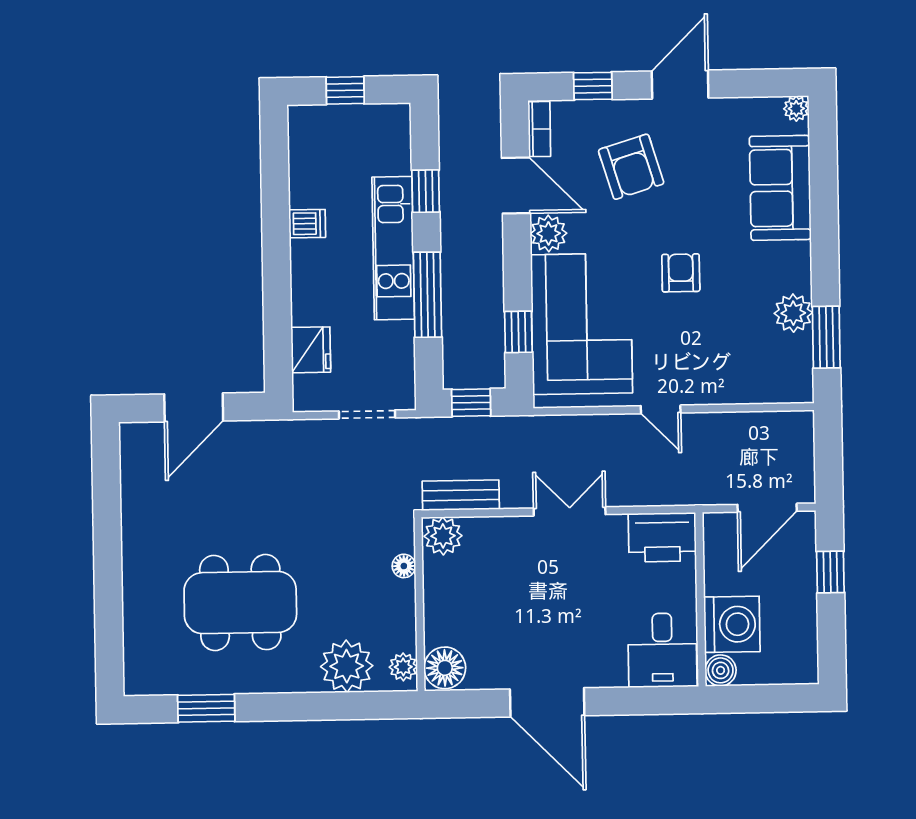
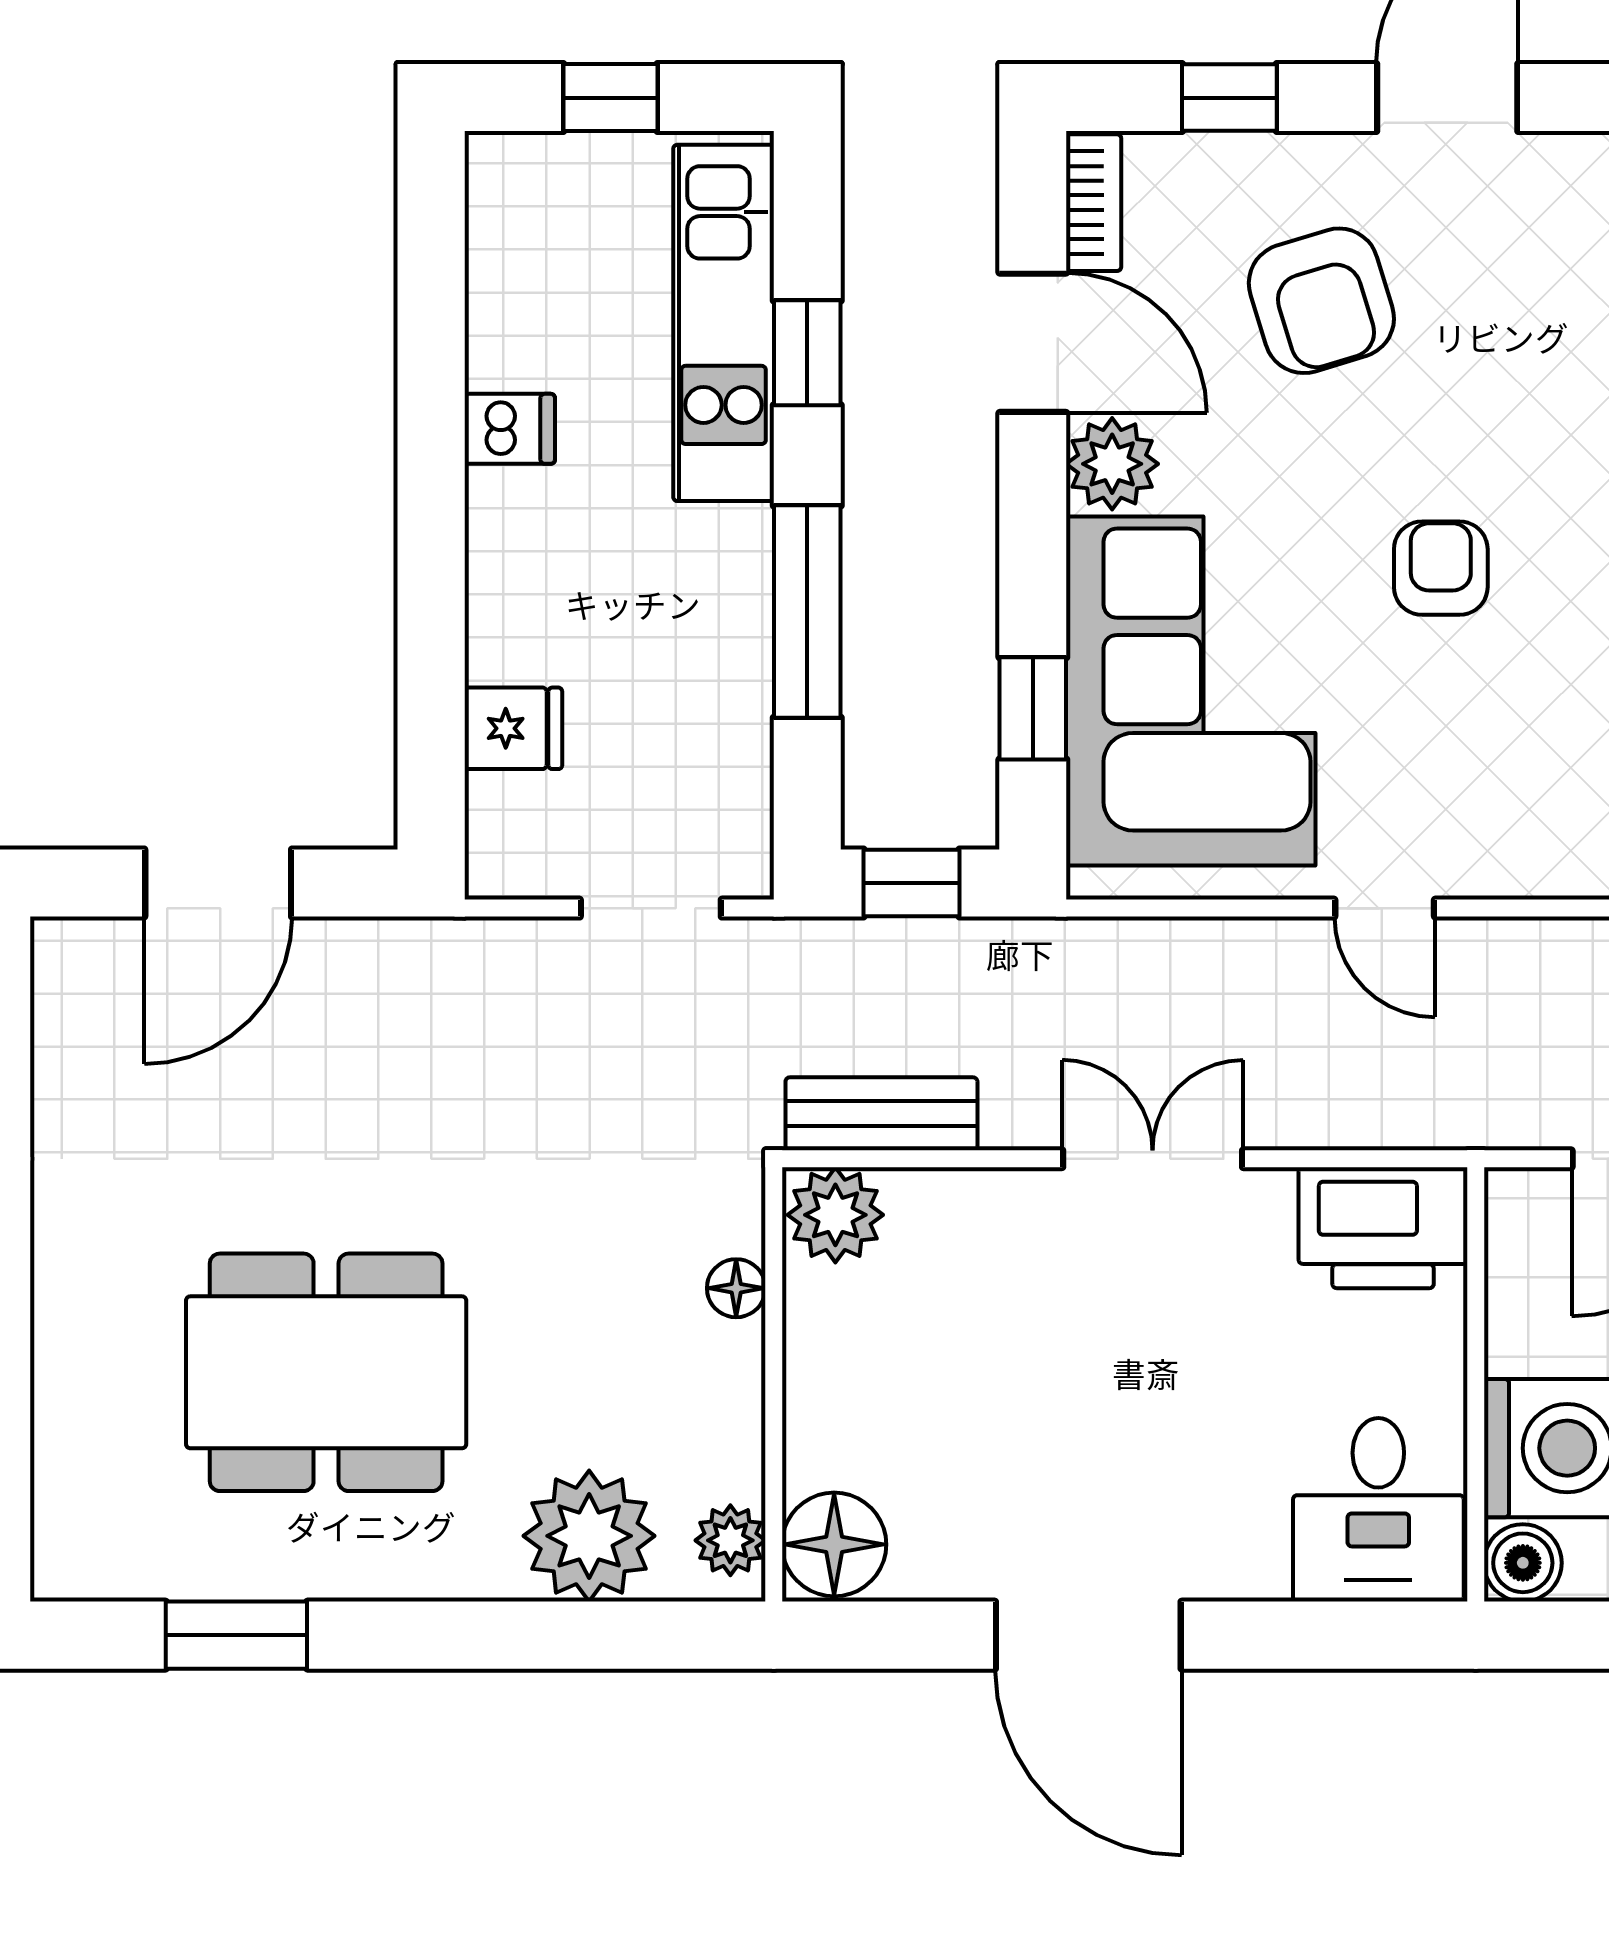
kitchen unit: (393, 248) -> (724, 323), moved
fridge: (311, 350) -> (513, 728), width x0.72

